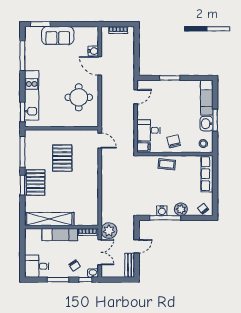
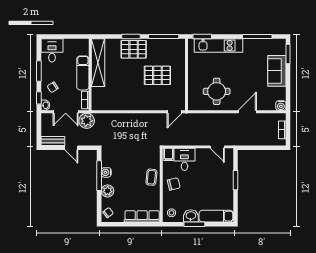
water cooler: (93, 51) -> (281, 106), moved

